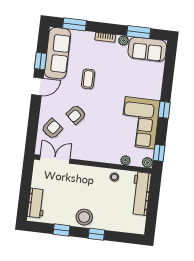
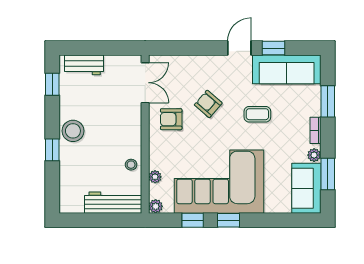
window: (74, 24) -> (328, 101), moved
door: (37, 86) -> (239, 48), swing flipped
corner sofa: (140, 123) -> (219, 182), width x1.36, depth x1.36
armchair: (52, 129) -> (171, 119), moved, turned 143
window: (159, 153) -> (193, 220), moved
window: (61, 230) -> (52, 84), moved

